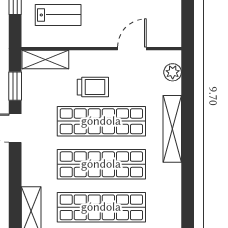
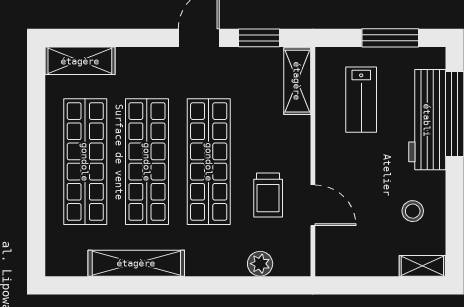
plant: (173, 72) -> (260, 264), moved
trolley: (93, 87) -> (268, 195), moved
shelving: (172, 129) -> (136, 263), moved

